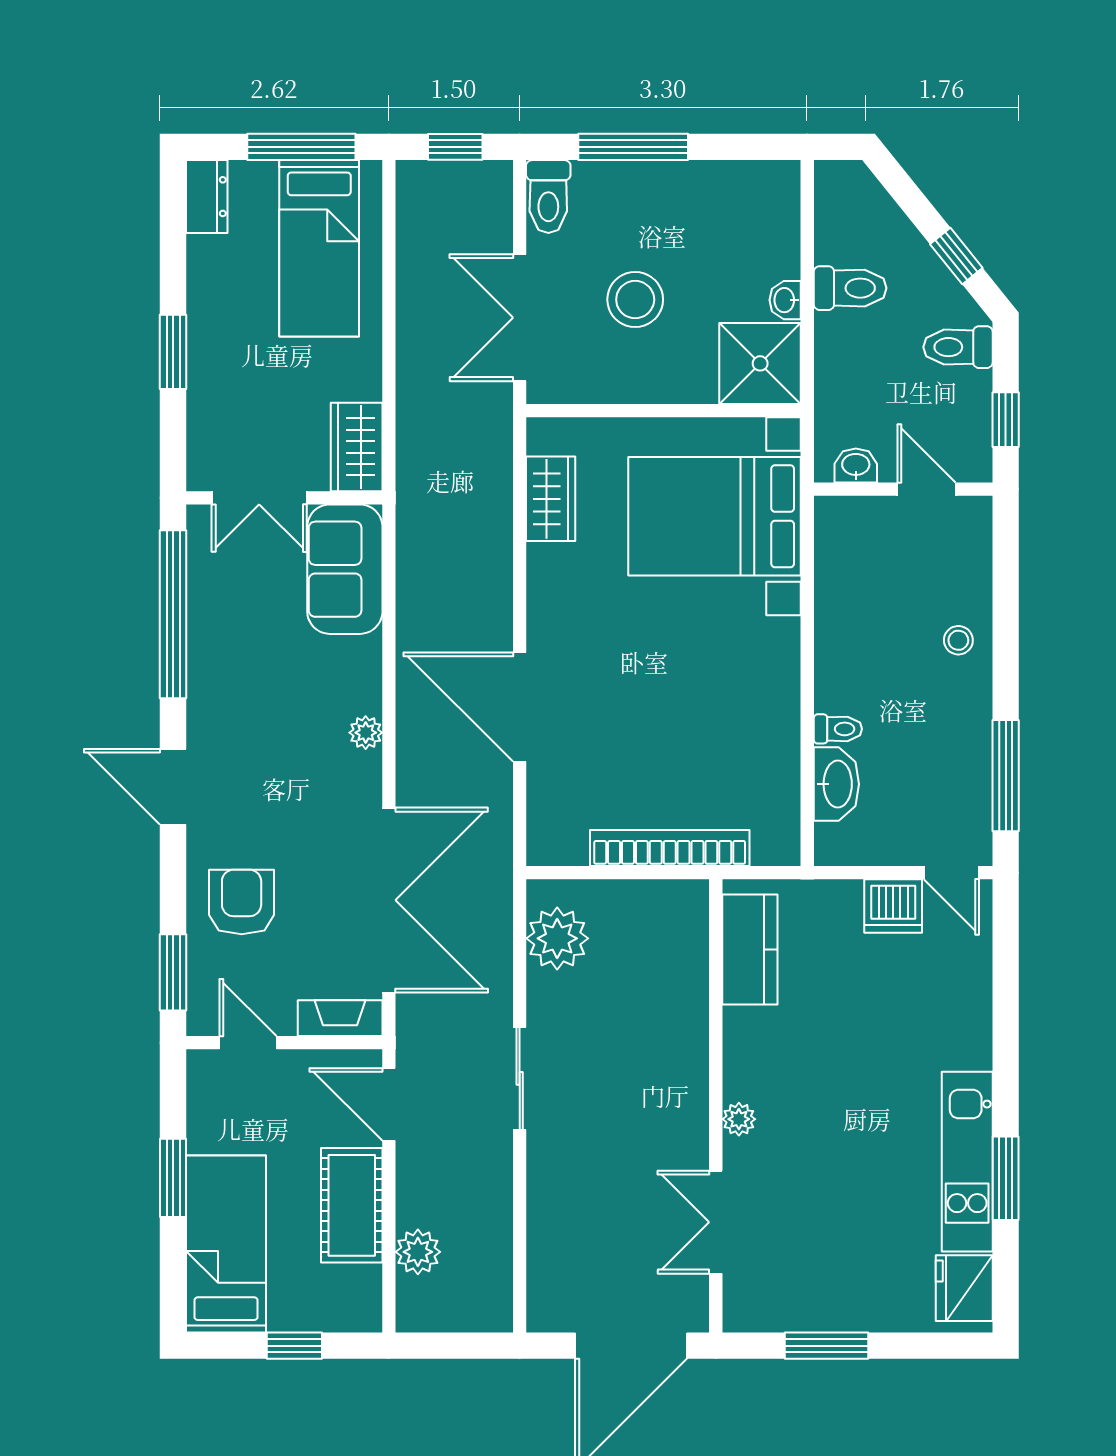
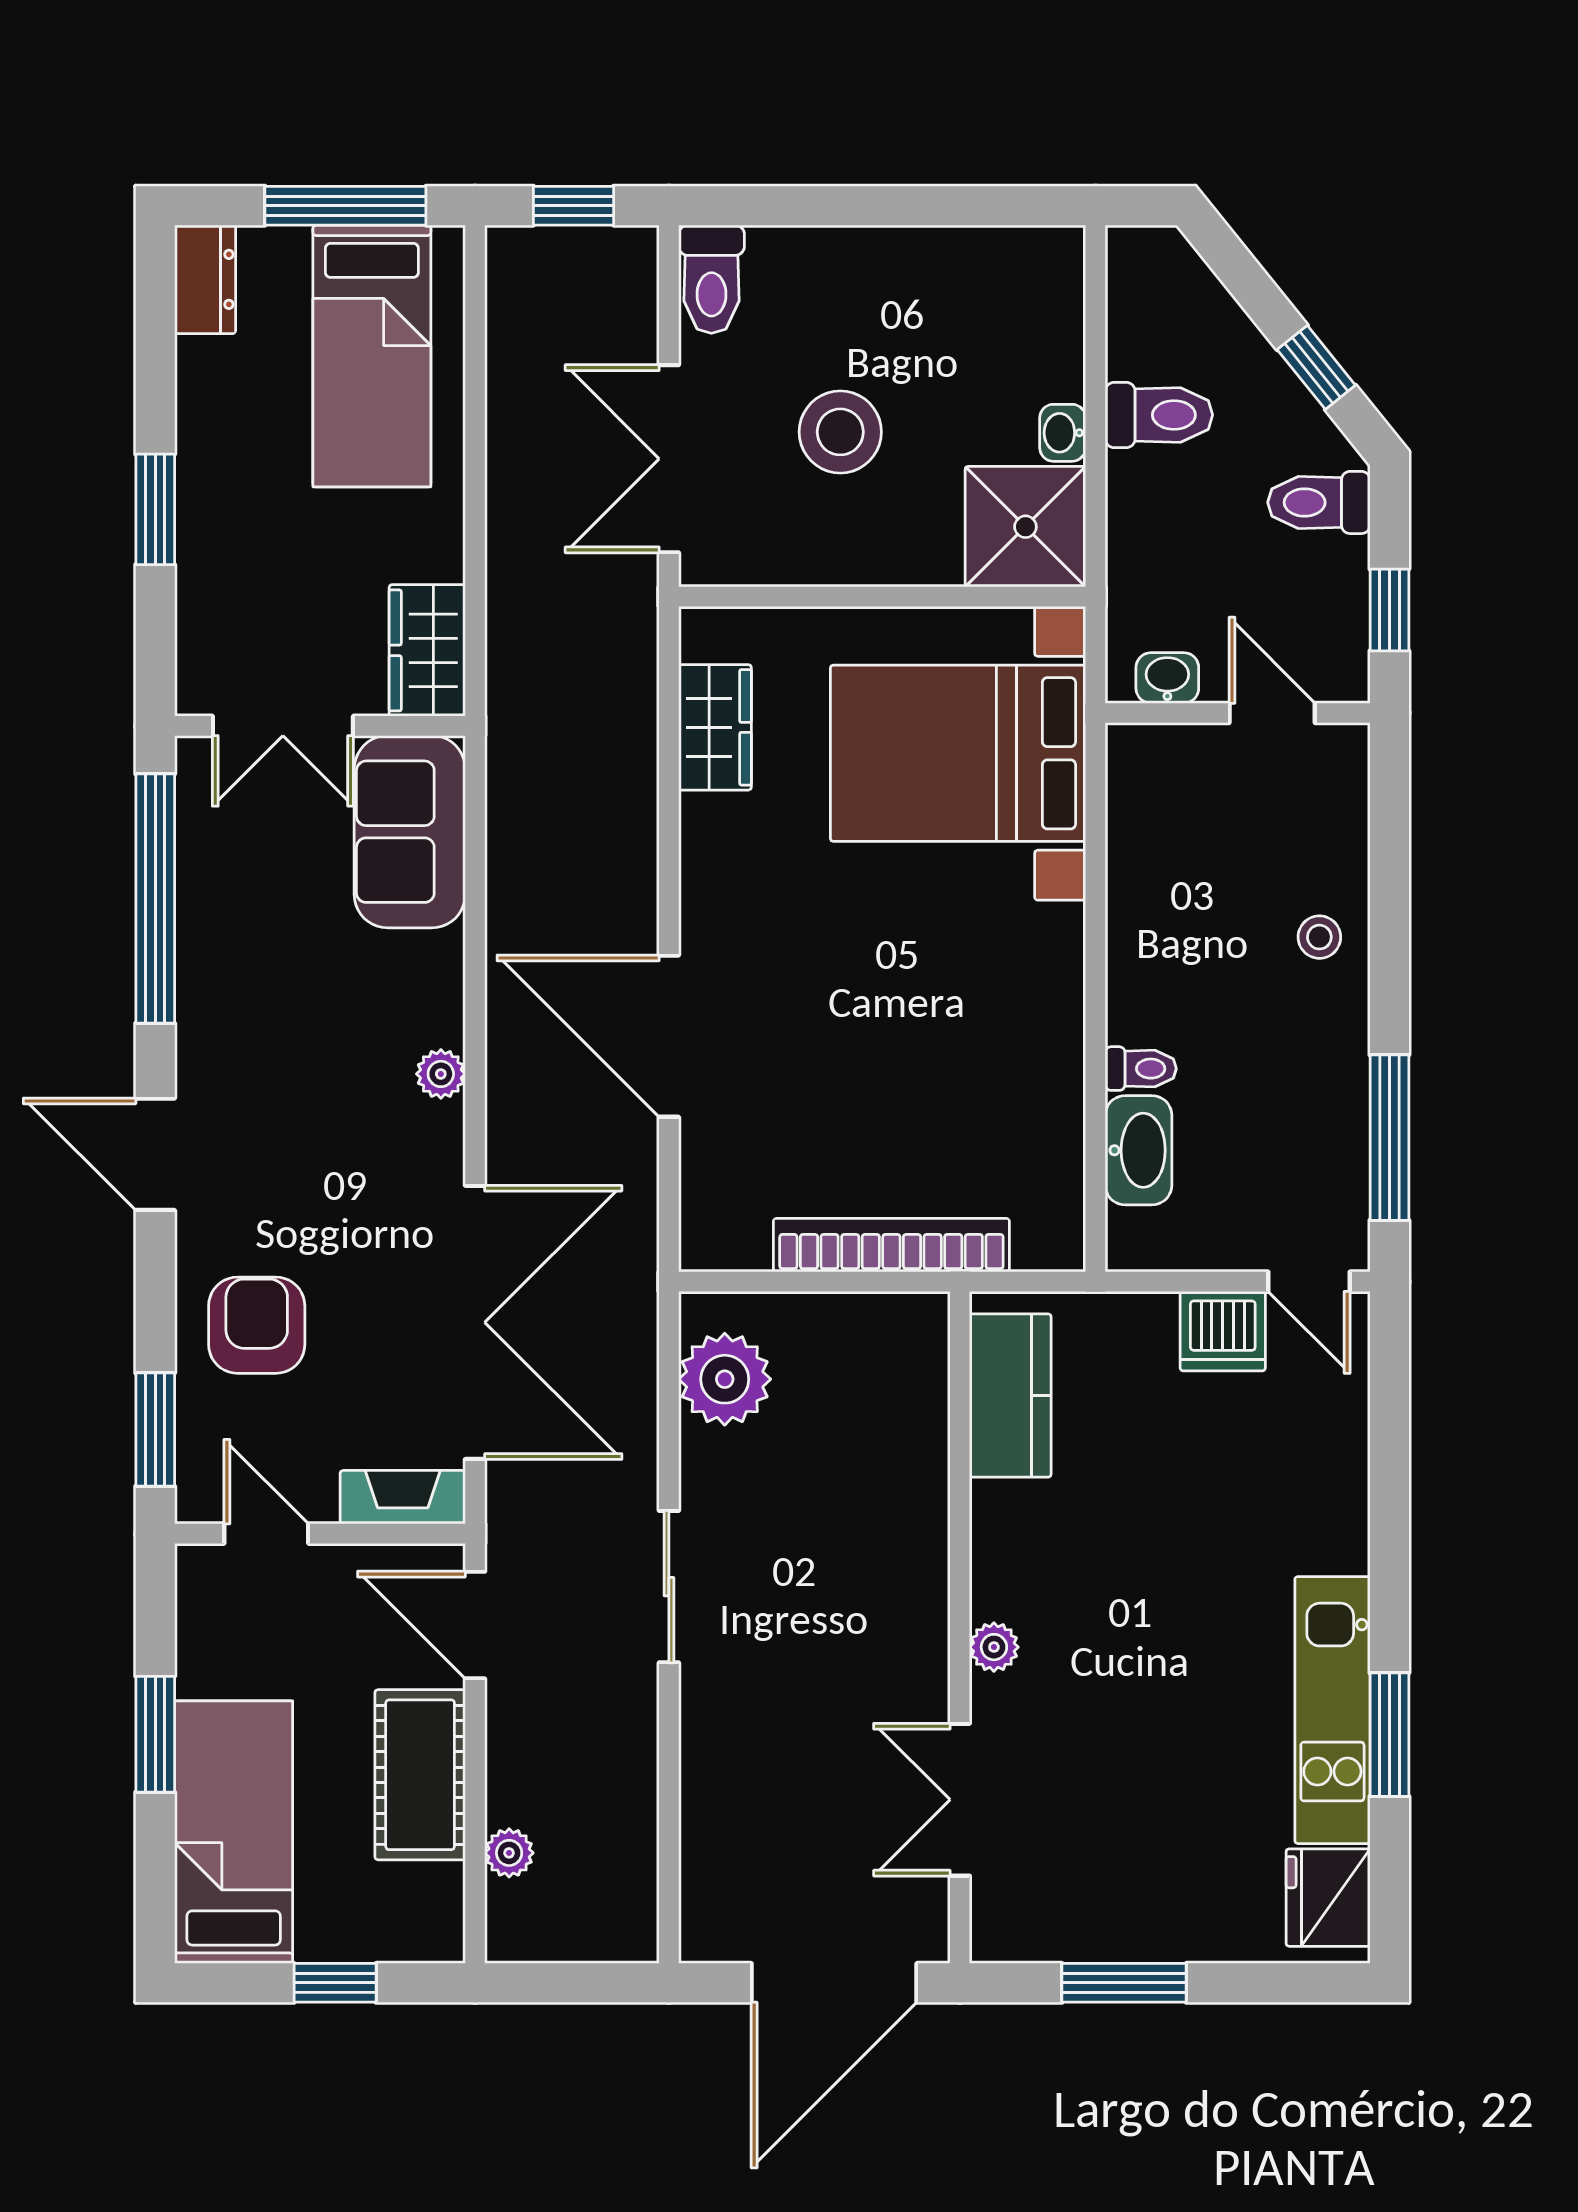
window: (633, 147) -> (837, 206), removed
plant: (418, 1252) -> (509, 1853), width x0.73, depth x0.73

